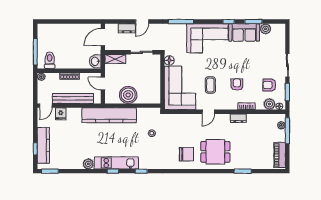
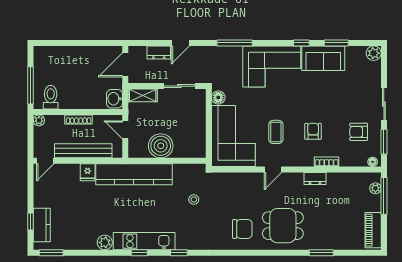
plant: (266, 29) -> (374, 53), moved
plant: (269, 104) -> (359, 159), removed
fridge: (61, 114) -> (88, 172), moved
kitchen counter: (43, 145) -> (42, 225), width x0.67

